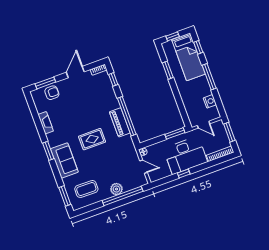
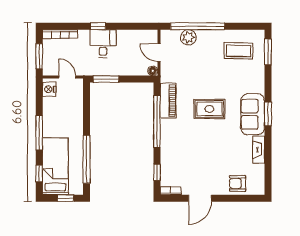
window: (168, 70) -> (87, 159), width x2.11
window: (45, 83) -> (241, 198), removed
nightstand: (210, 101) -> (49, 89), moved
piano: (120, 122) -> (168, 101), moved
desk: (185, 155) -> (103, 44), width x0.53, depth x0.77
sofa: (64, 161) -> (253, 114), moved
window: (184, 174) -> (98, 26), moved
plant: (116, 189) -> (188, 37), moved

